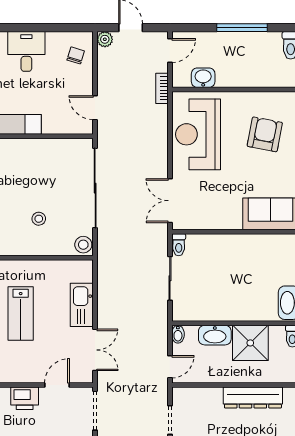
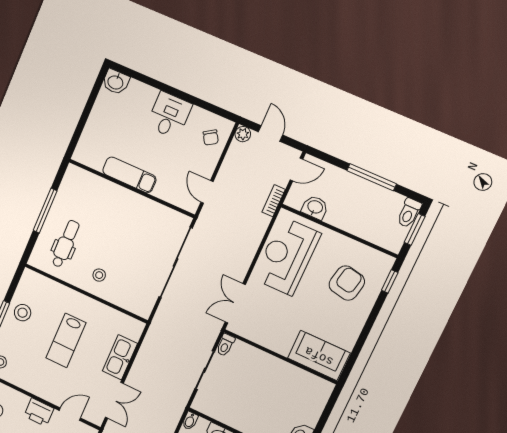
chair: (76, 55) -> (211, 138), turned 131
stool: (39, 219) -> (99, 275), moved
stool: (83, 245) -> (144, 307), removed

